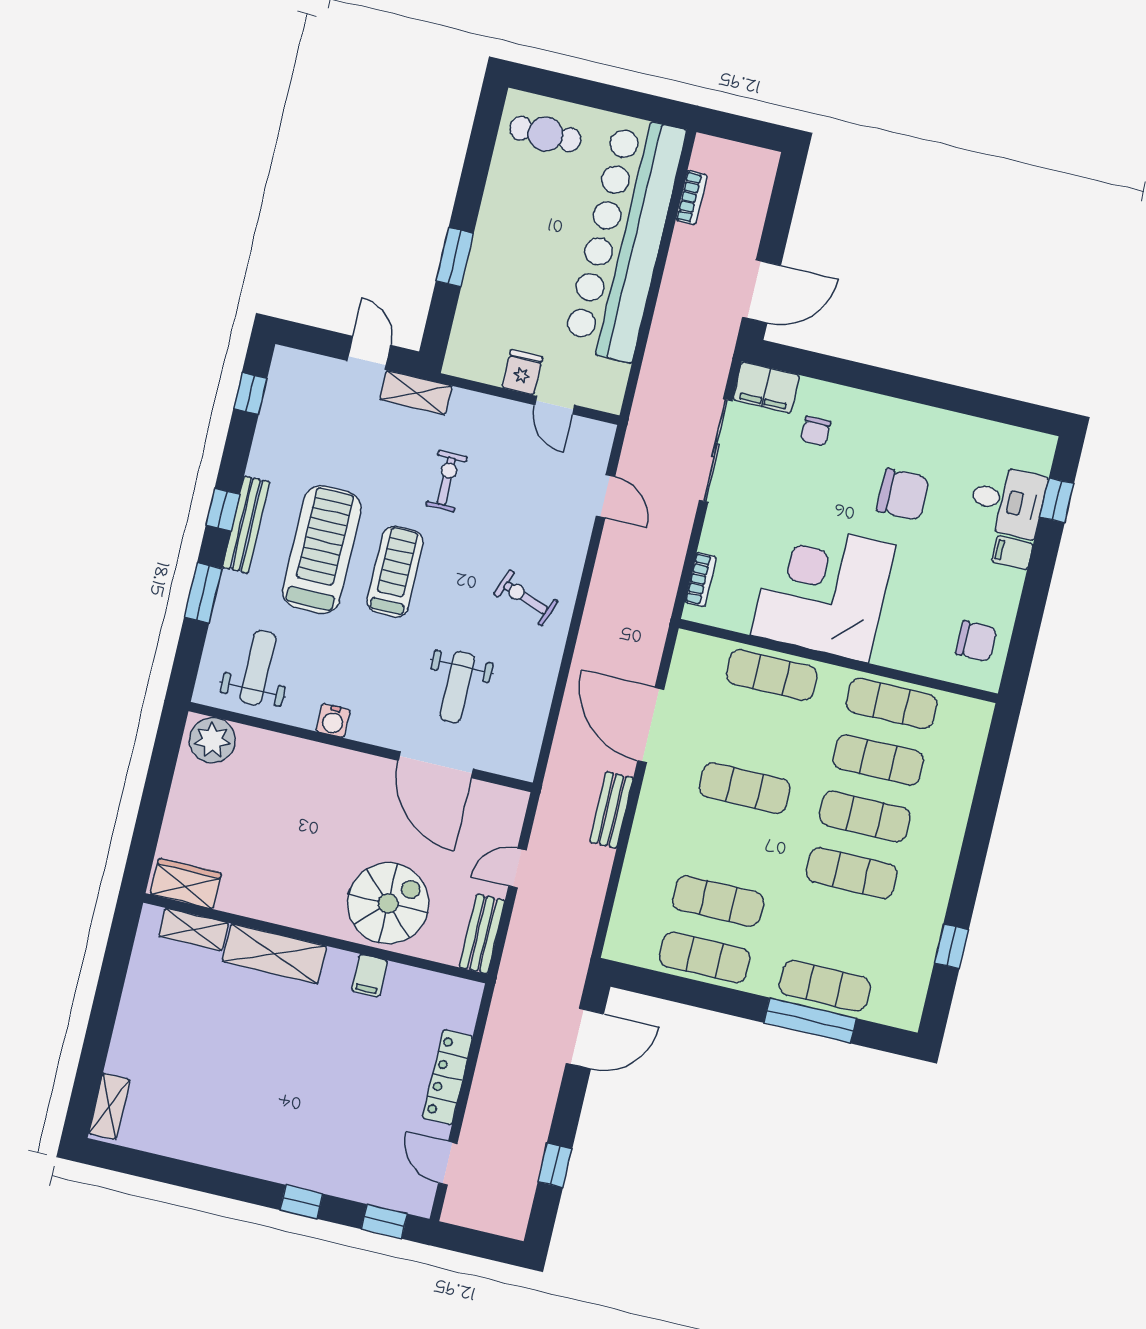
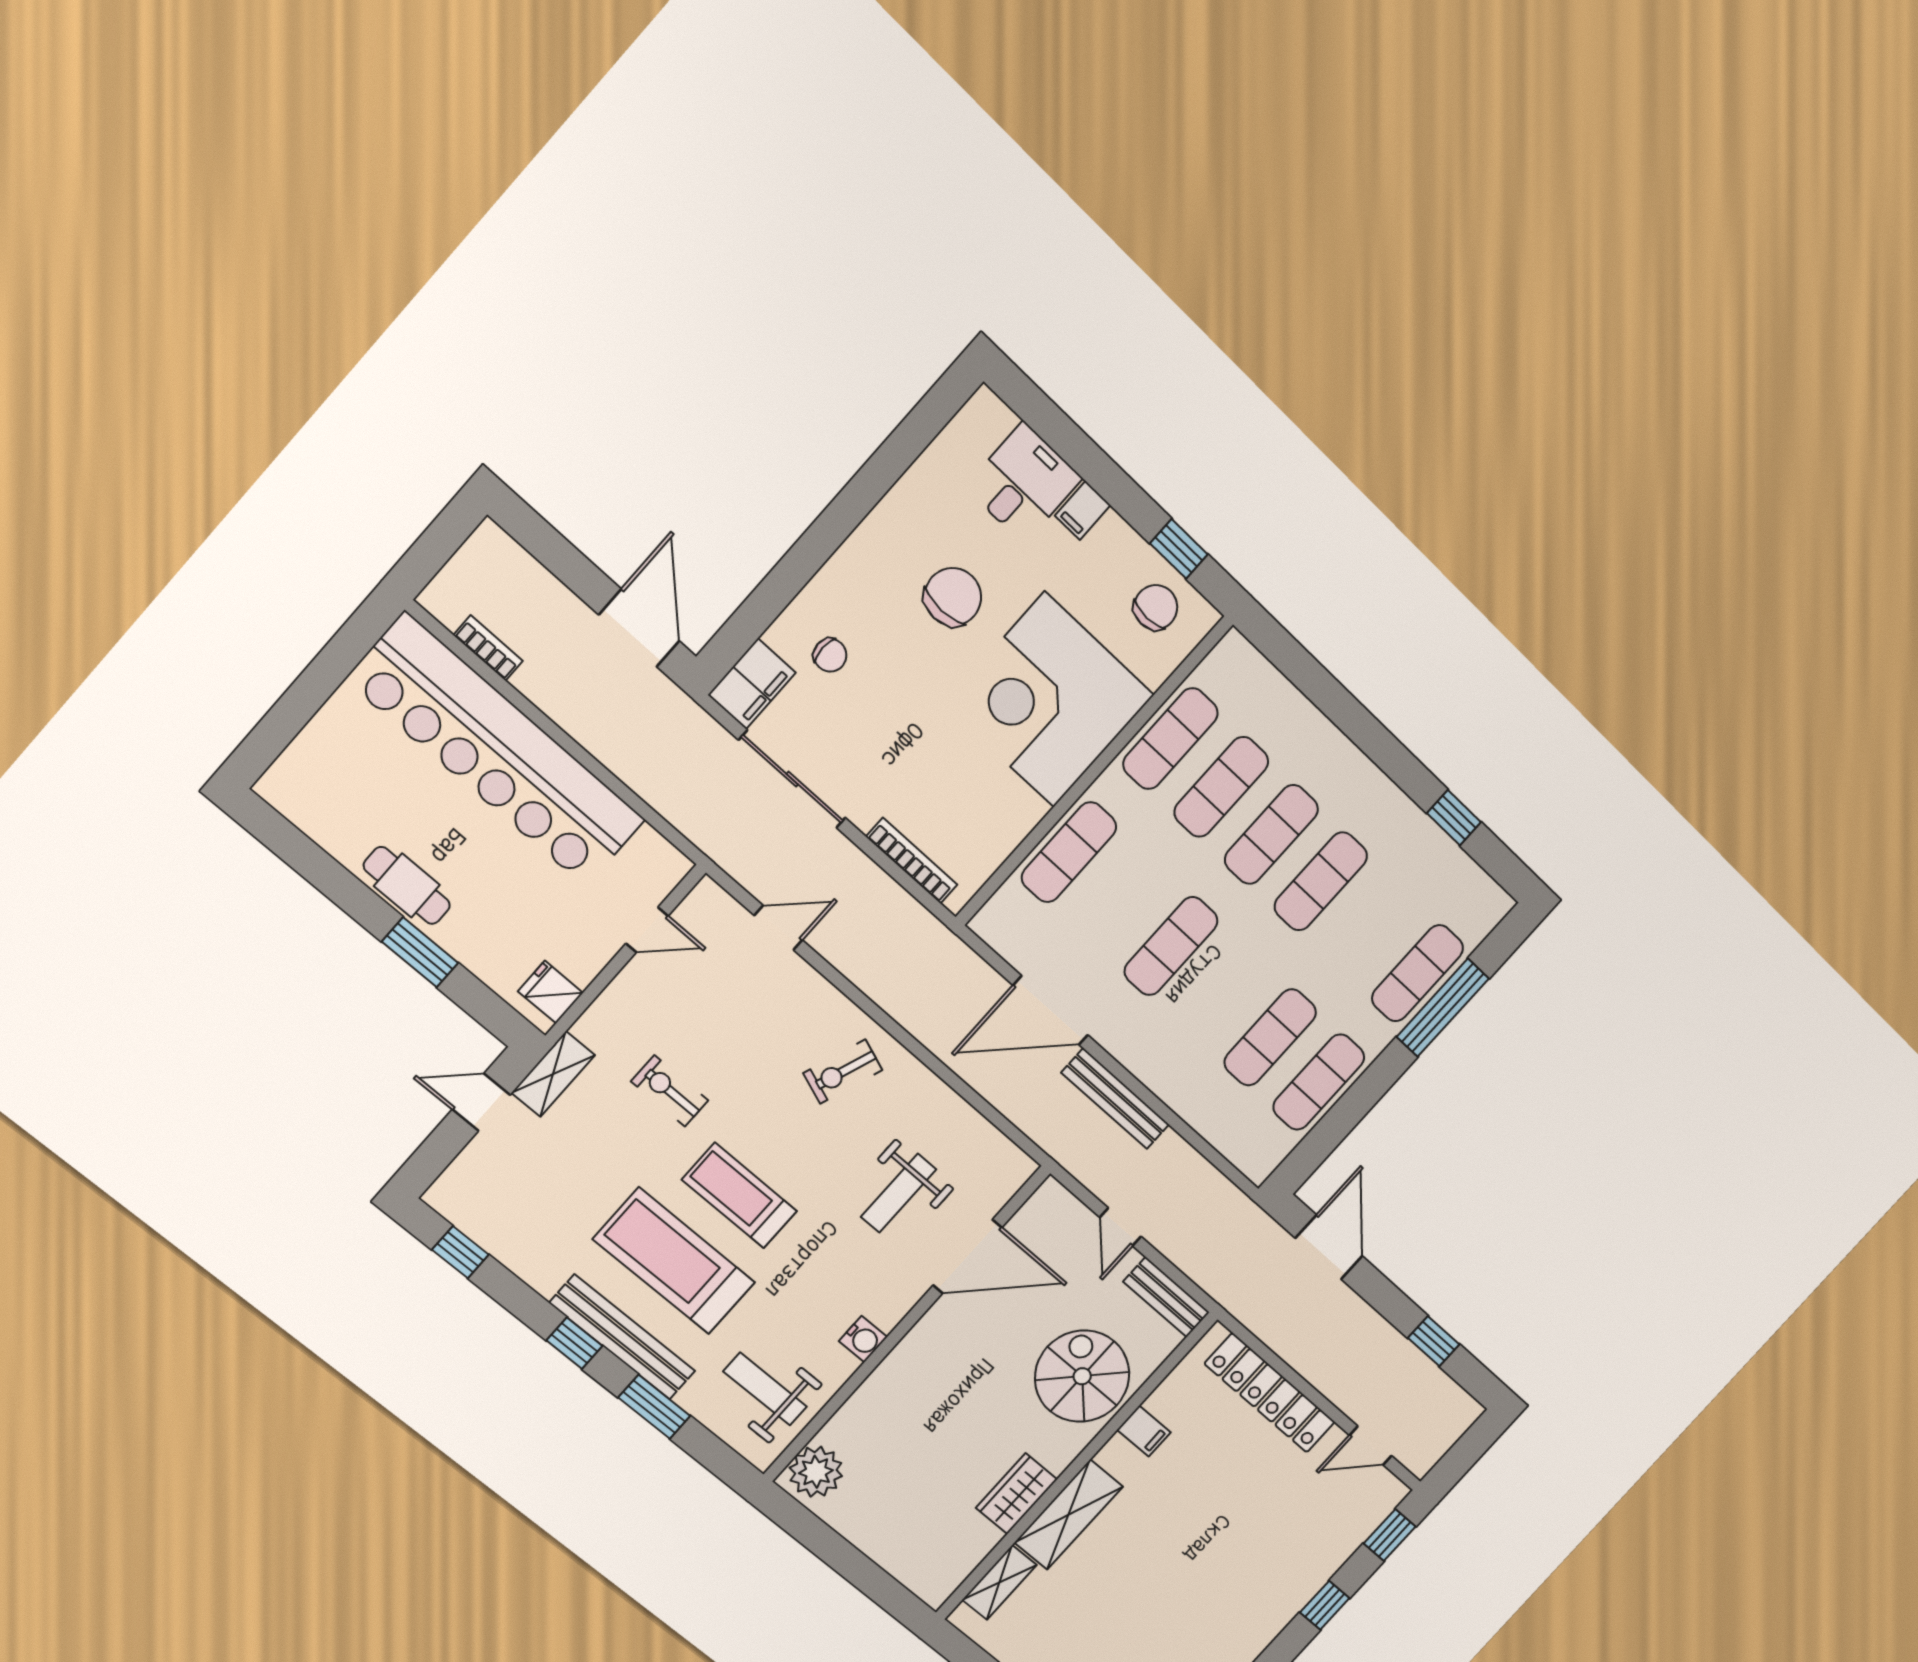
cafe table: (545, 134) -> (407, 885), moved, turned 90
fridge: (522, 372) -> (551, 992), moved
window: (1057, 500) -> (1179, 549), moved
bench: (246, 525) -> (622, 1337), width x1.37, depth x1.21
bookcase: (701, 580) -> (912, 861), width x1.56
corner desk: (823, 590) -> (1049, 700), moved
weight bench: (457, 687) -> (899, 1193), turned 90
bench: (611, 810) -> (1115, 1099), width x1.36
wardrobe: (186, 884) -> (1017, 1494), moved
locker: (448, 1077) -> (1270, 1393), width x1.41, depth x1.21

